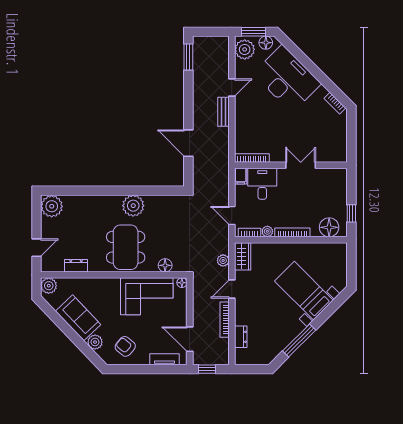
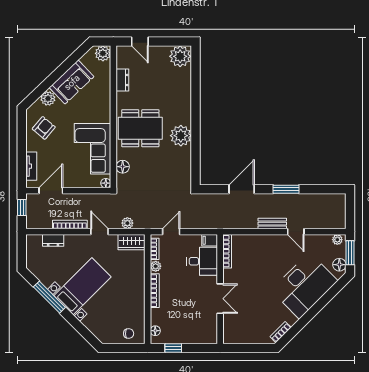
plant: (245, 49) -> (337, 240), width x0.53, depth x0.53
window: (188, 57) -> (286, 189), moved
floor lamp: (329, 227) -> (155, 331), width x0.53, depth x0.53
chair: (336, 259) -> (129, 334), added
bed with nightstands: (304, 291) -> (82, 286), moved

